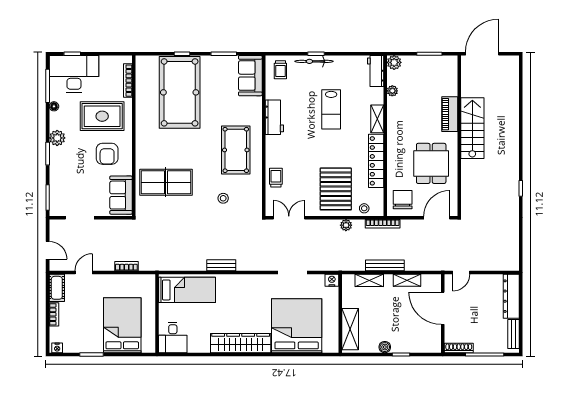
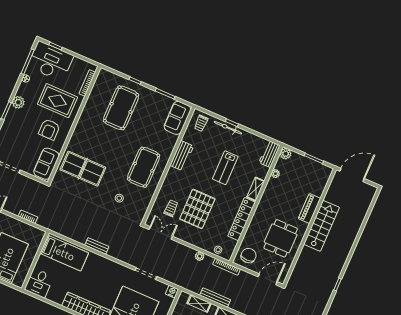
pool table: (180, 92) -> (121, 108), width x0.73, depth x0.76
trolley: (276, 178) -> (171, 208), moved
pallet: (336, 189) -> (197, 209), moved

